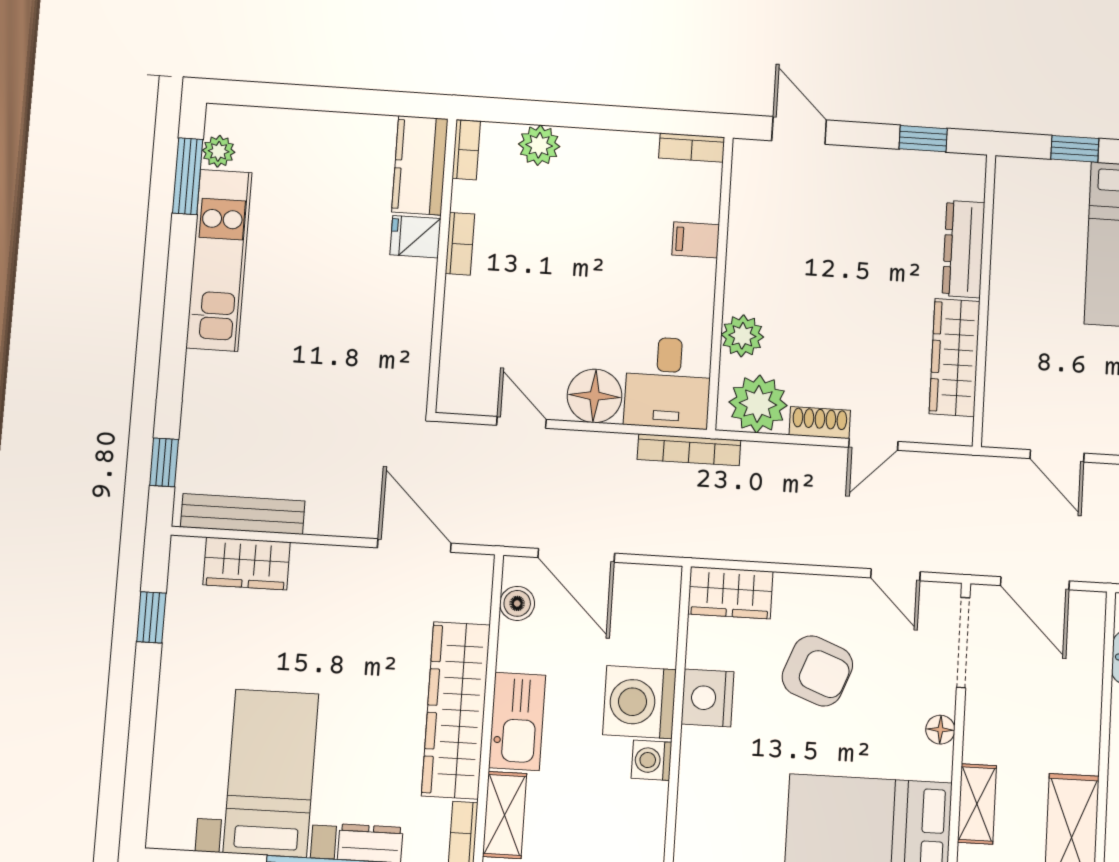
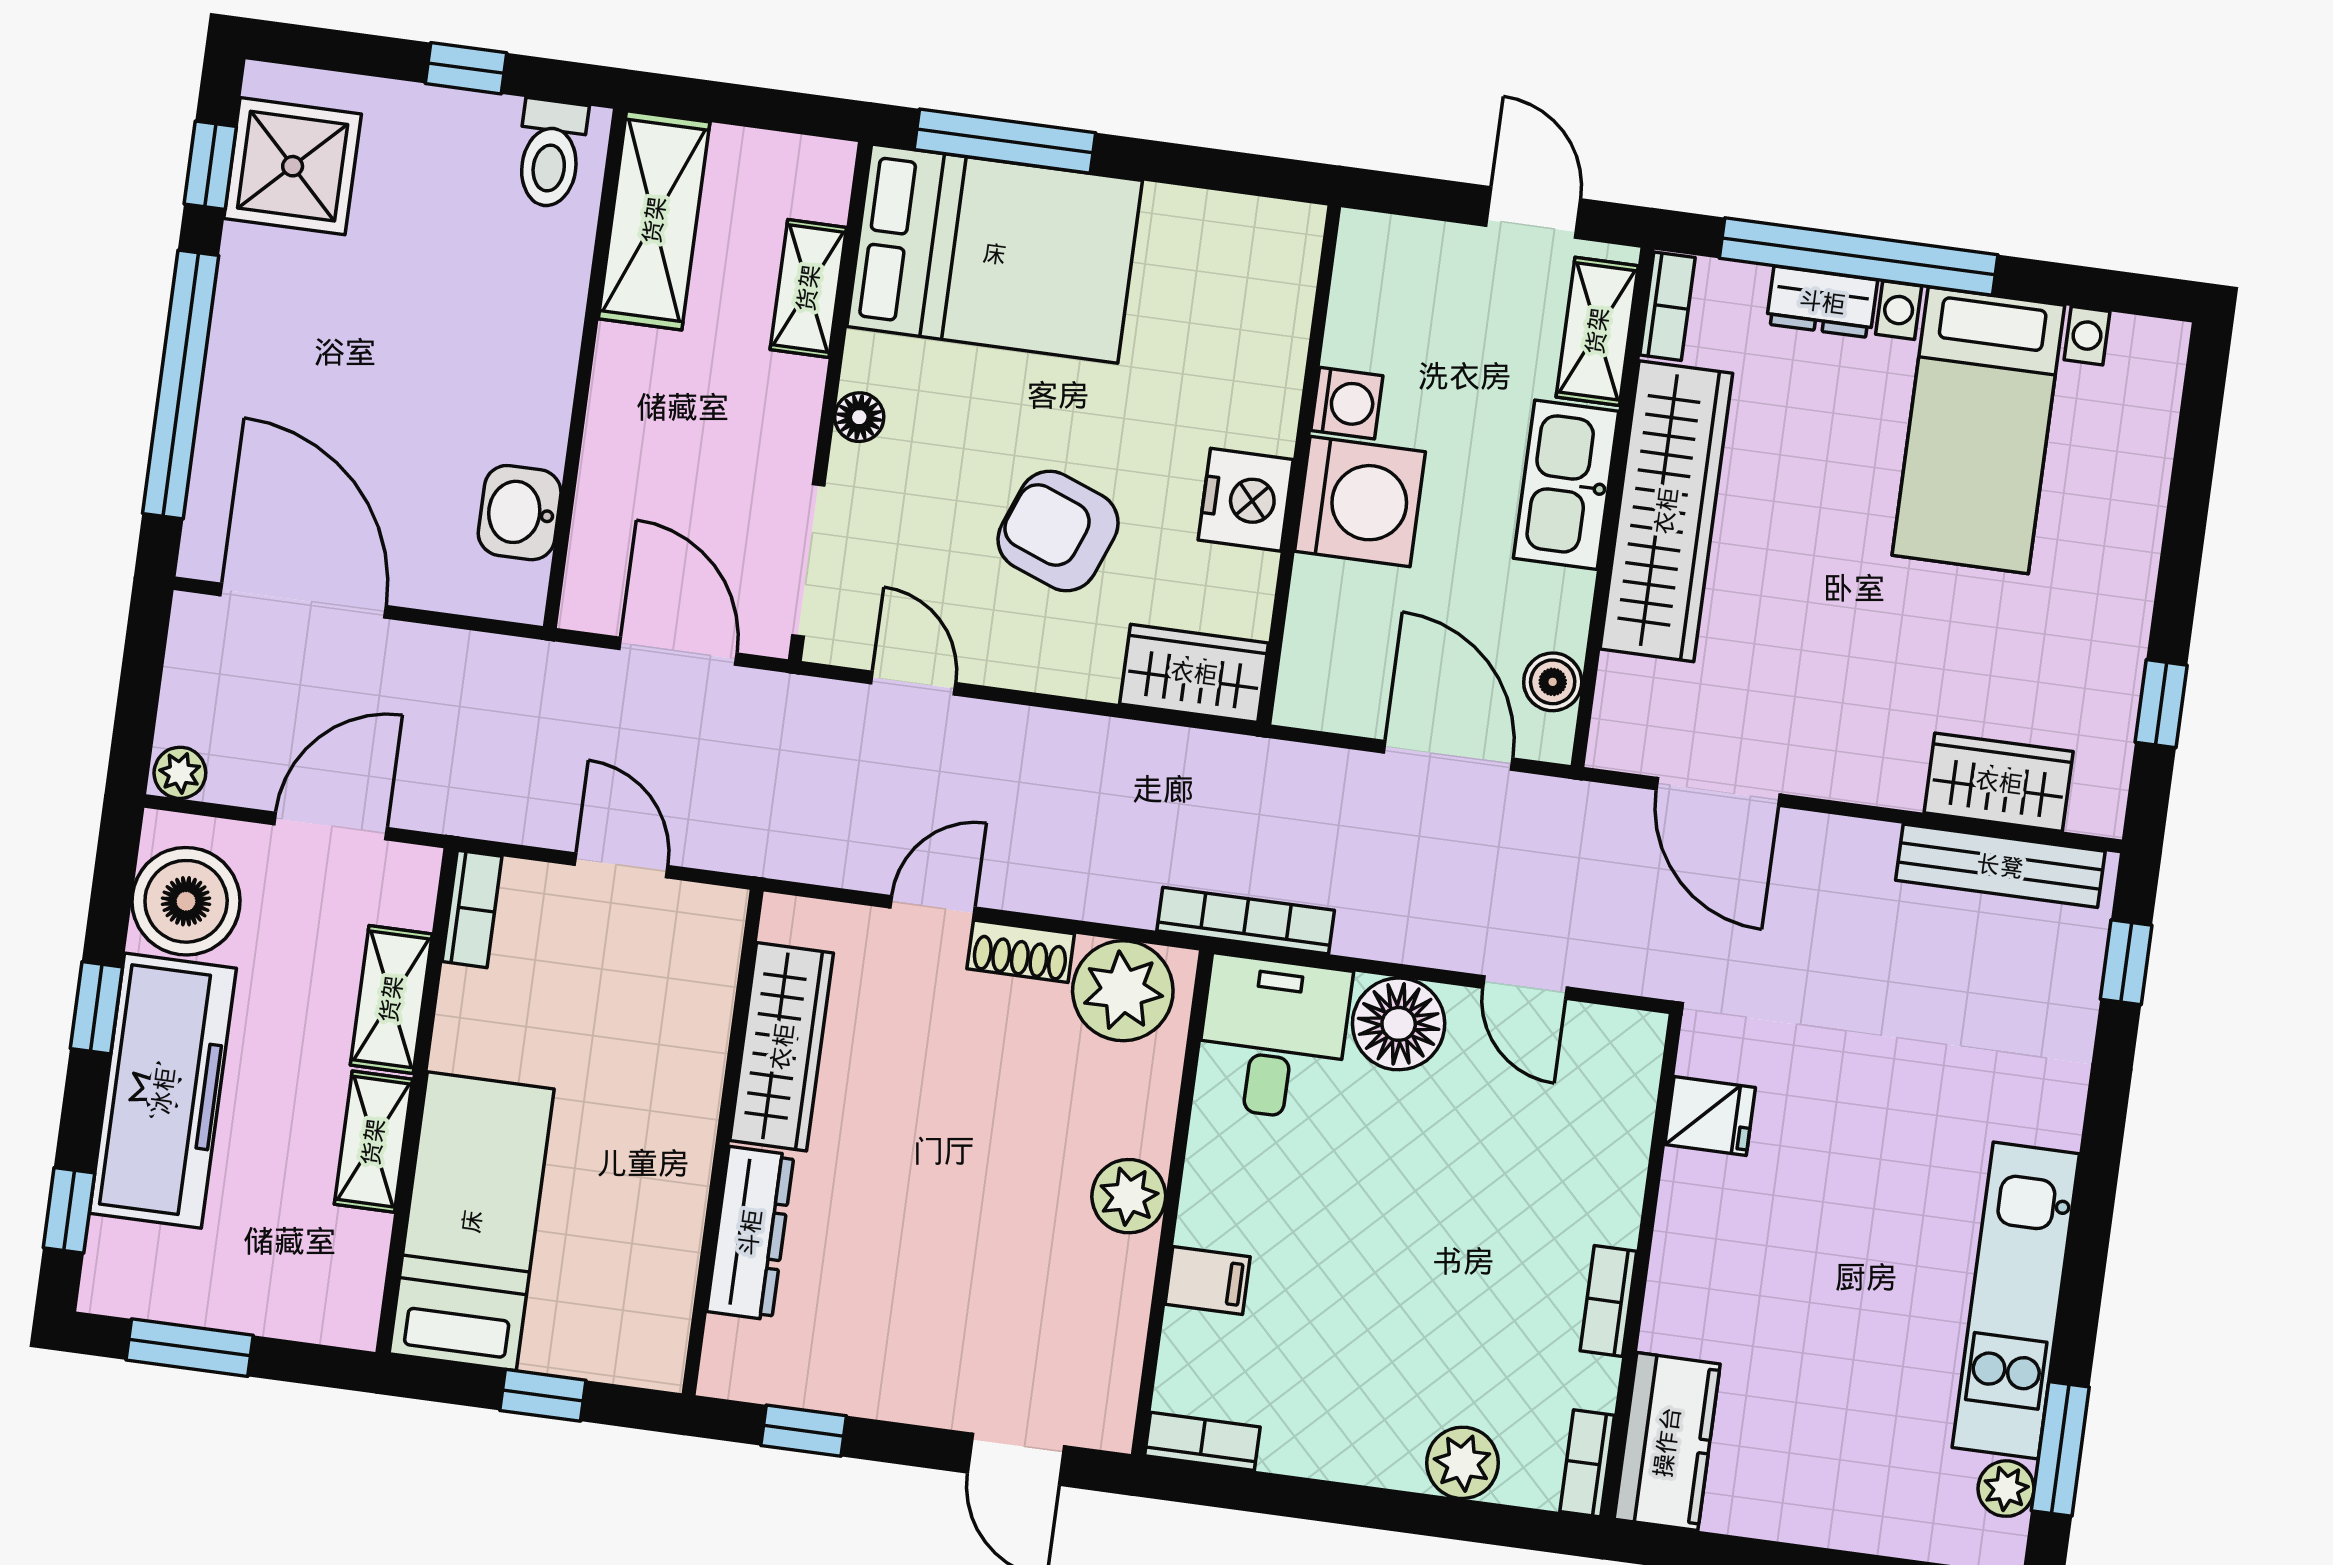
fridge: (415, 237) -> (1710, 1116), moved
plant: (742, 336) -> (1129, 1196), moved

